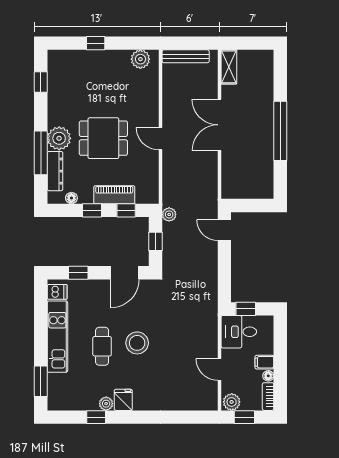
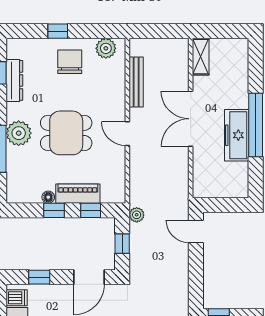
bench: (186, 56) -> (136, 82), moved, turned 90
chair: (107, 72) -> (70, 62), added
freezer: (262, 140) -> (237, 135), added
dresser: (55, 171) -> (14, 80), moved
floor lamp: (71, 198) -> (48, 197), moved

